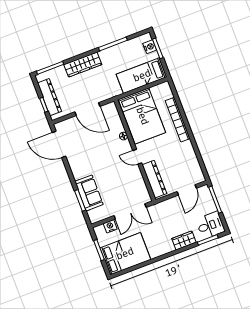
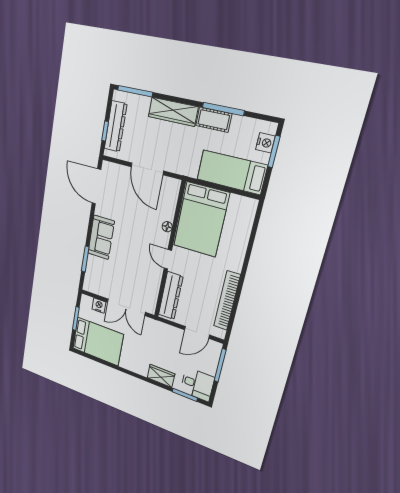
cot: (111, 53) -> (214, 120), added
bookcase: (178, 120) -> (227, 301), moved
sofa: (89, 193) -> (101, 237), moved

